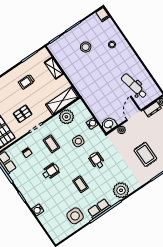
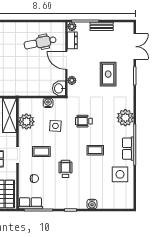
rug: (145, 154) -> (108, 74), turned 90

